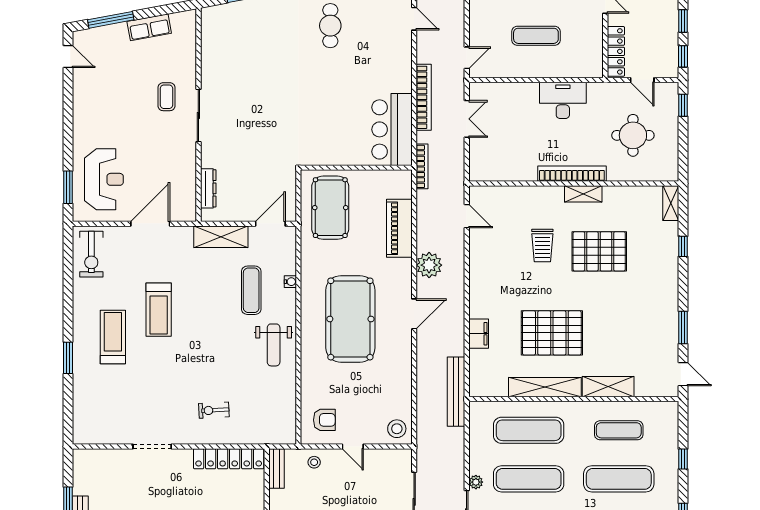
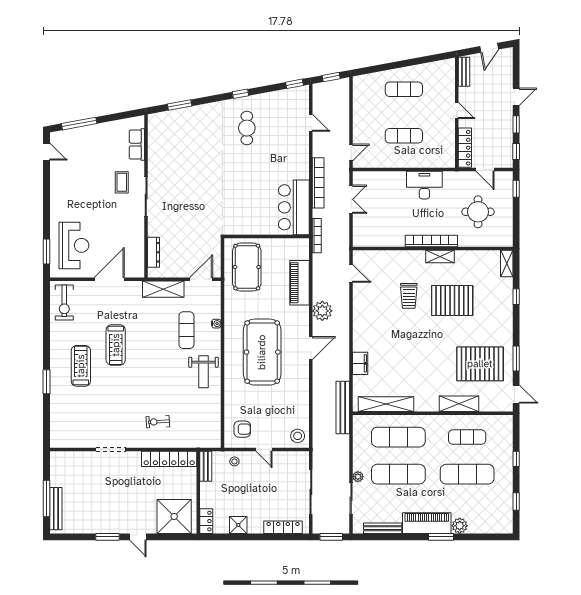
row of seats: (149, 27) -> (137, 145), moved, turned 100
pallet: (552, 333) -> (480, 364), moved
shelving: (545, 387) -> (386, 404), moved

